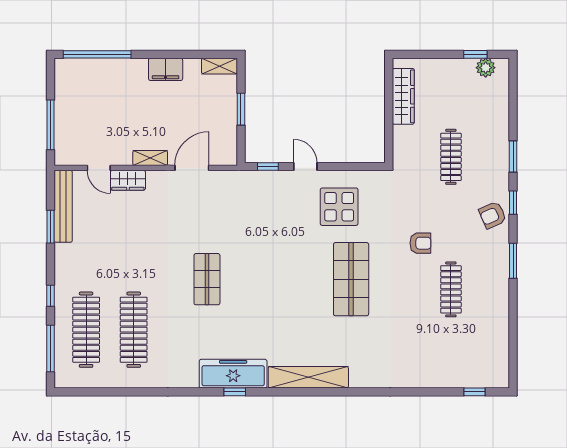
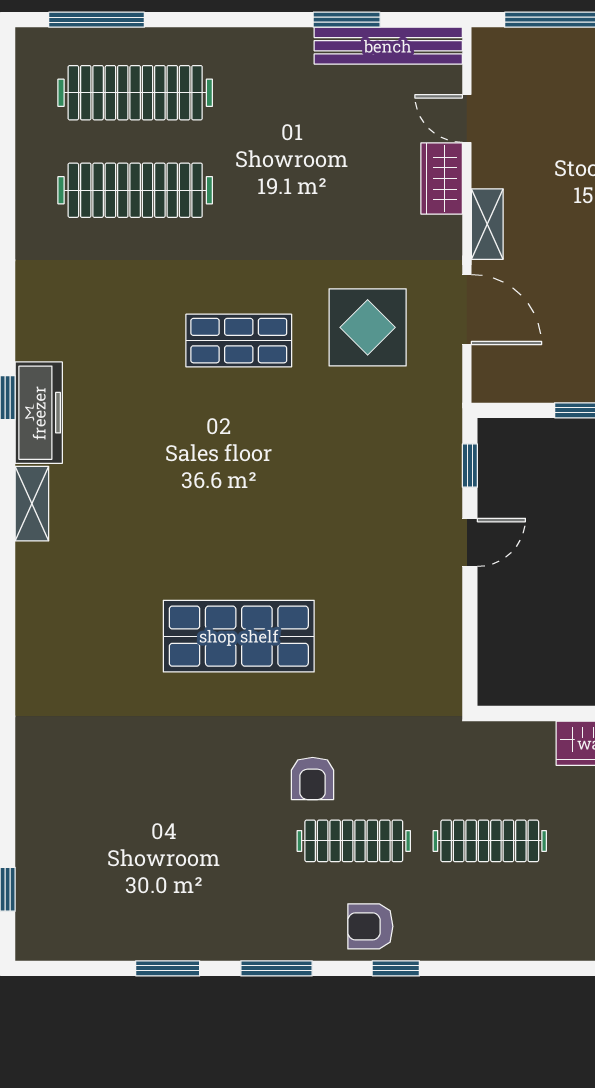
window: (513, 157) -> (168, 968), moved
door: (99, 168) -> (467, 118), hinge flipped
display table: (339, 207) -> (368, 327), moved
armchair: (493, 215) -> (370, 926), turned -66
clothes rail: (451, 289) -> (354, 841), moved
window: (51, 296) -> (205, 20), removed
freezer: (233, 374) -> (39, 413), width x0.73, depth x0.79
shelving: (308, 377) -> (32, 504), width x0.45, depth x0.75

